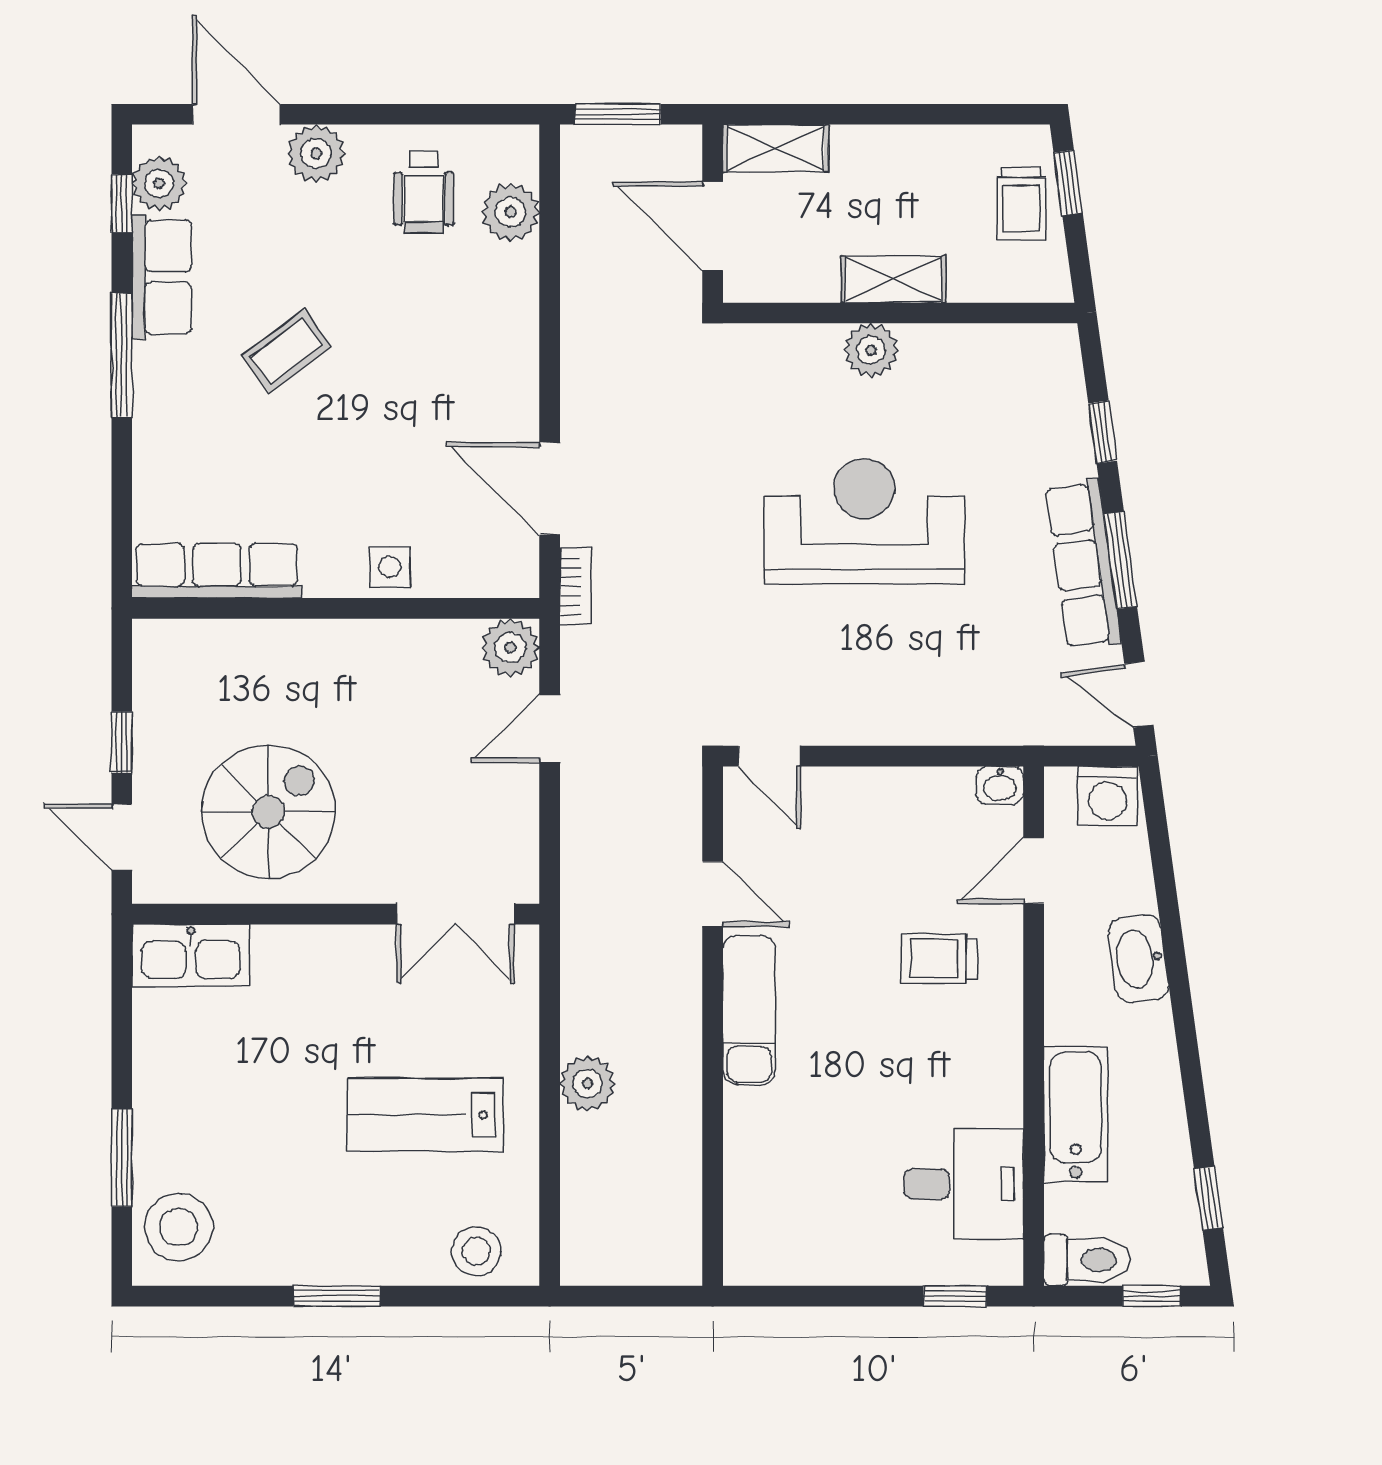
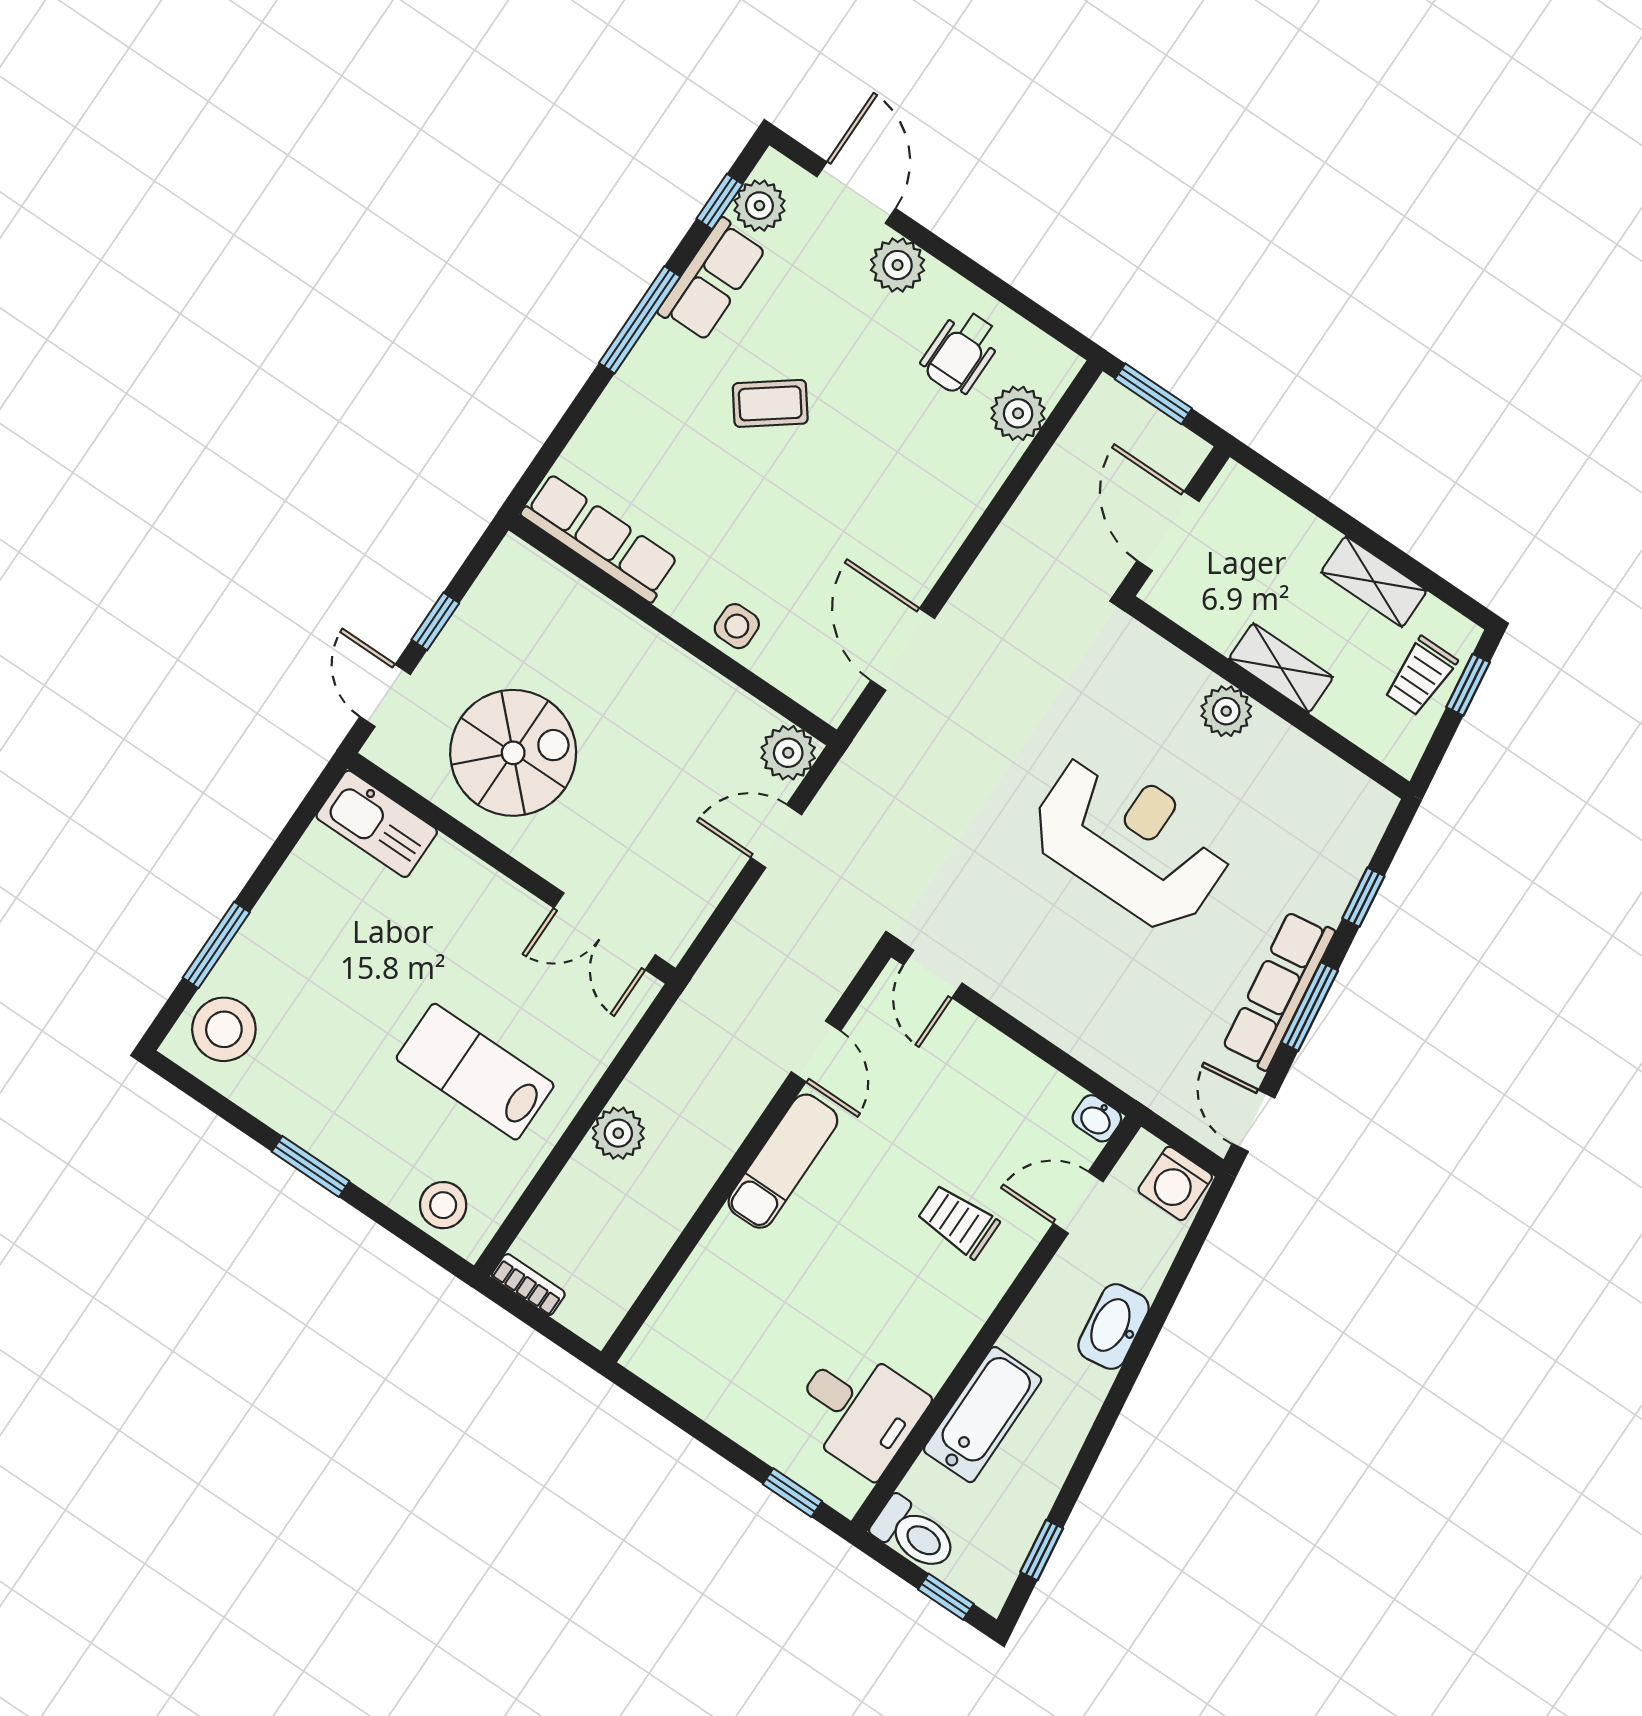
shelving: (776, 148) -> (1374, 582), moved
bookcase: (575, 586) -> (528, 1285), moved, turned -90

